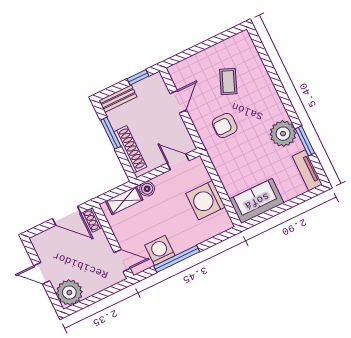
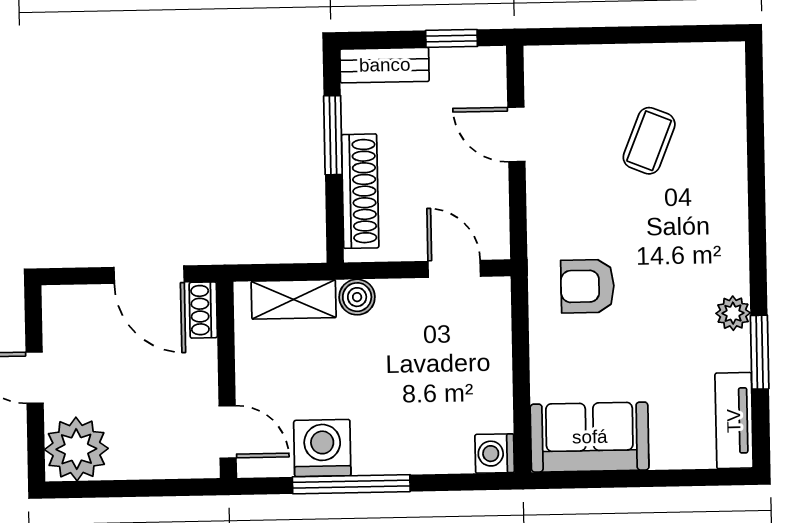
door: (178, 102) -> (516, 134), swing flipped
armchair: (225, 126) -> (587, 286), moved
plant: (283, 134) -> (733, 313), width x0.53, depth x0.53
washing machine: (205, 200) -> (495, 453), moved, width x0.53, depth x0.53

